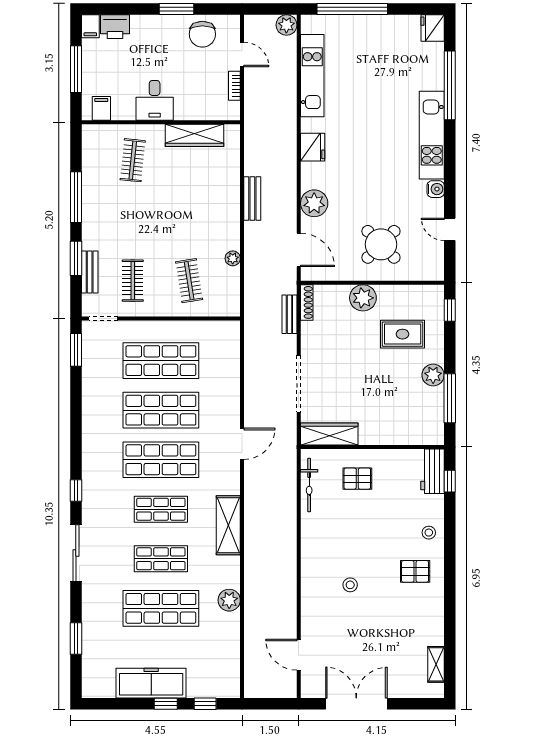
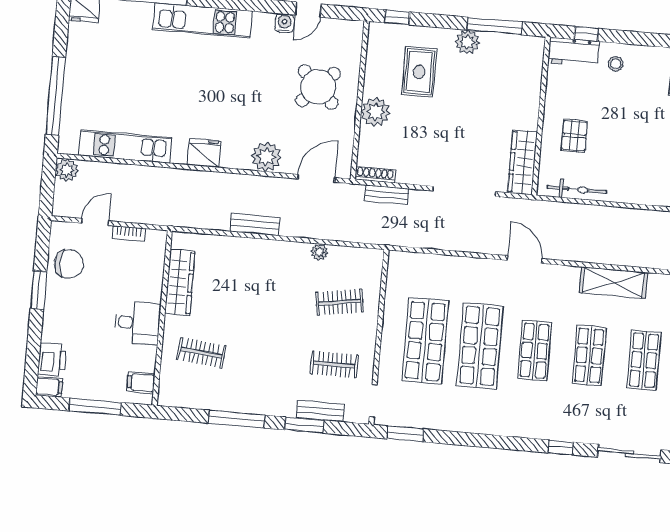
water cooler: (436, 189) -> (284, 23), moved
shop shelf: (161, 460) -> (535, 351), width x0.70, depth x0.74
stool: (429, 533) -> (616, 64), moved

